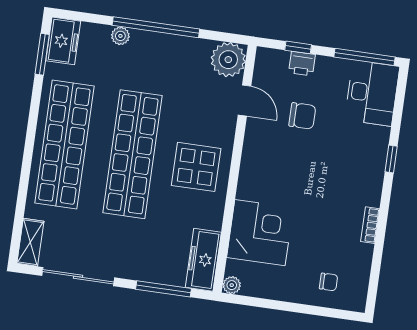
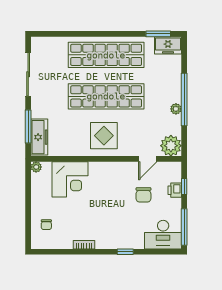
plant: (120, 36) -> (176, 109), moved
shelving: (30, 242) -> (45, 43), removed
freezer: (203, 260) -> (39, 137), moved, turned 90

